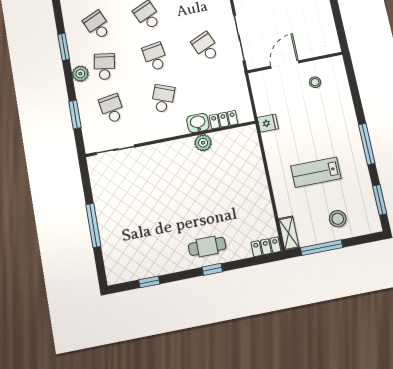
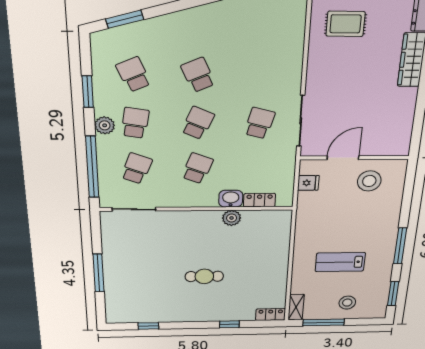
school desk: (206, 47) -> (259, 123), turned 39
school desk: (155, 57) -> (198, 123), turned 33
stool: (315, 82) -> (369, 181), width x1.89, depth x1.89
school desk: (112, 109) -> (136, 168), turned 30
window: (75, 114) -> (92, 167), width x2.11
fridge: (268, 123) -> (308, 183), moved
cafe table: (207, 246) -> (204, 276), moved
window: (212, 269) -> (229, 324), moved

